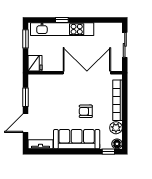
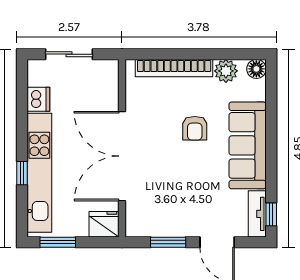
dishwasher: (101, 29) -> (38, 99), added
double door: (87, 73) -> (122, 156), moved
window: (108, 152) -> (271, 214), moved

